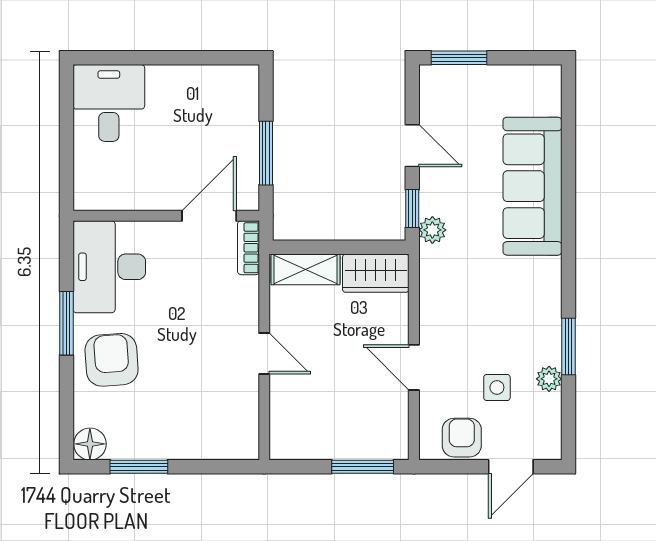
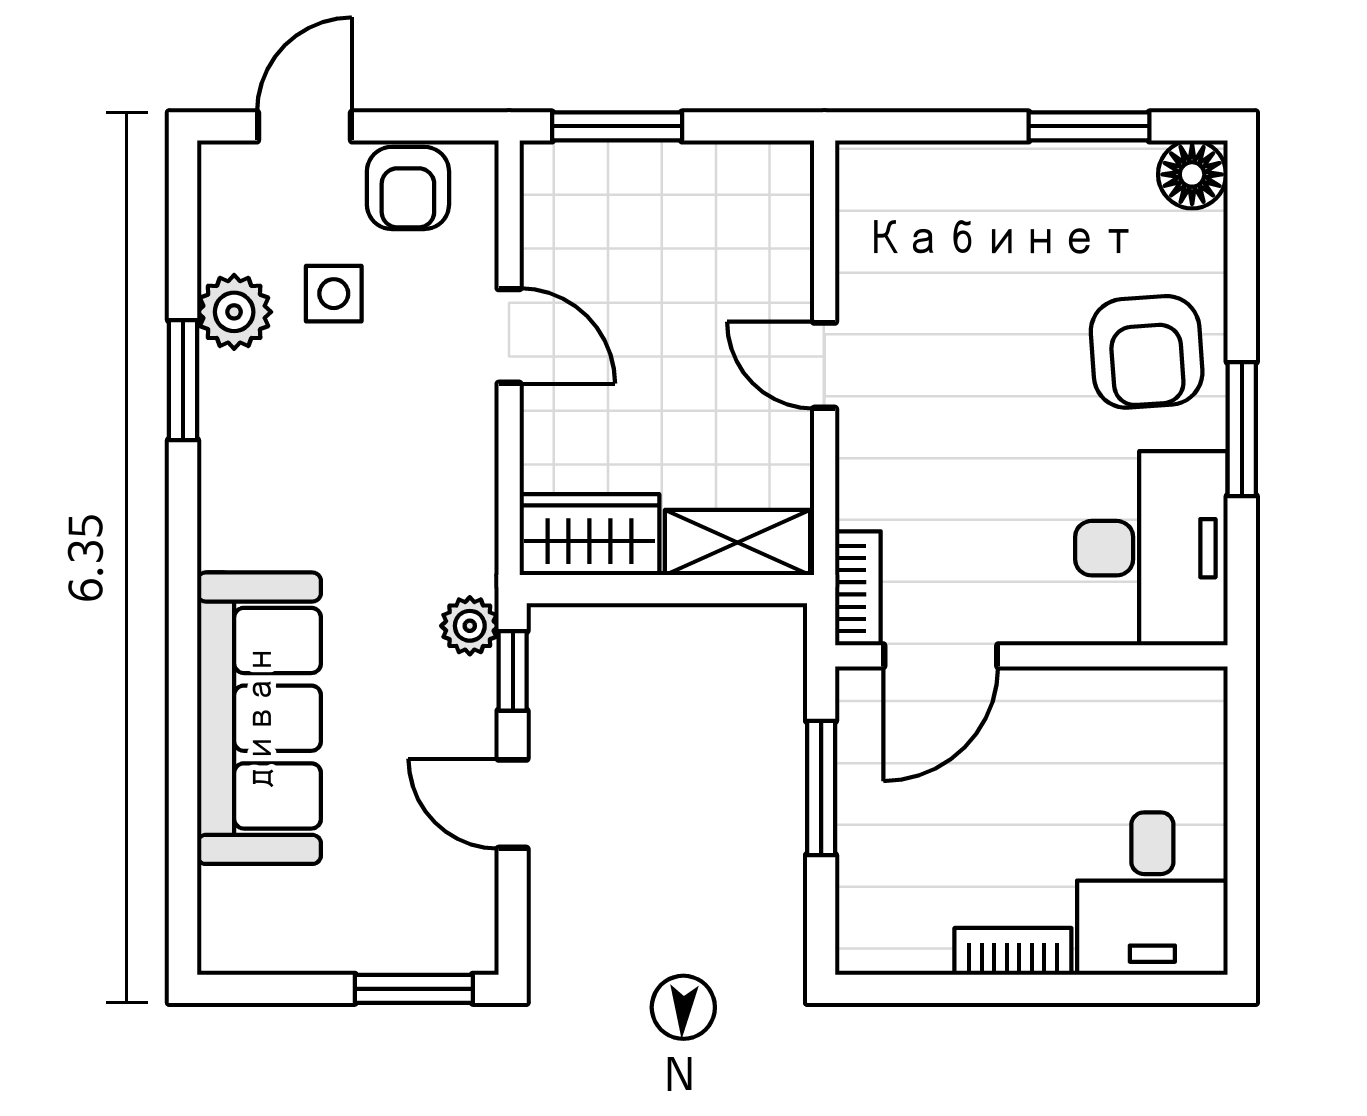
bookcase: (175, 76) -> (1013, 951), added
plant: (549, 379) -> (234, 312), width x1.38, depth x1.38

